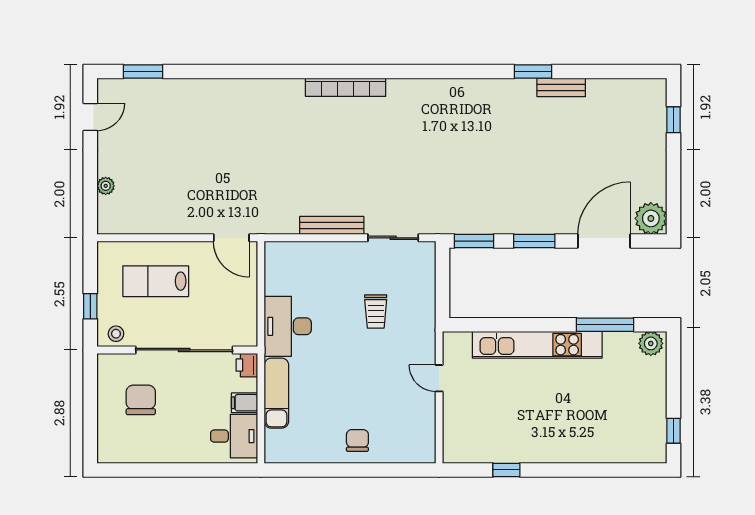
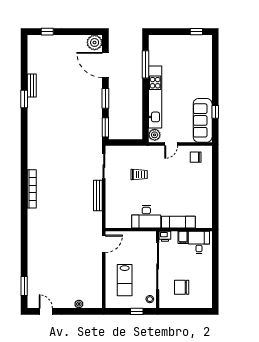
plant: (651, 343) -> (155, 135), moved
chair: (357, 440) -> (196, 157), moved
sofa: (488, 444) -> (203, 120), added

